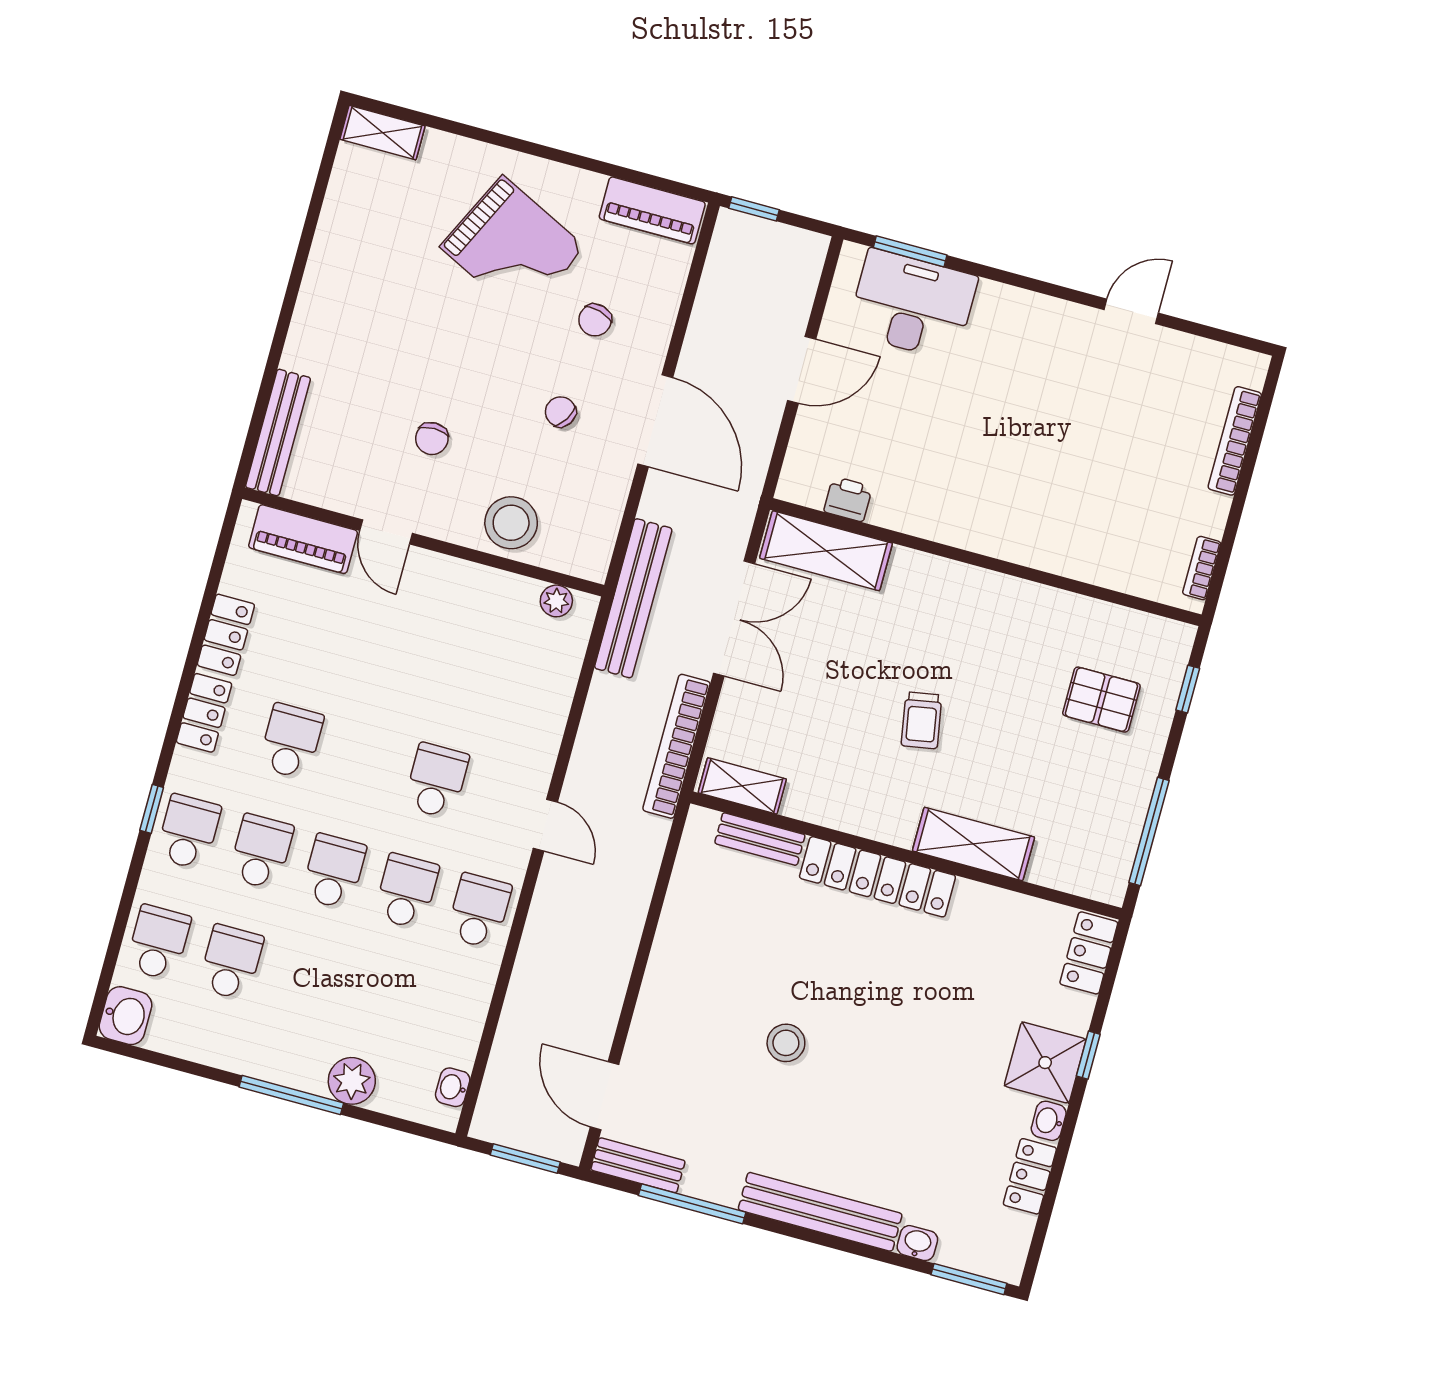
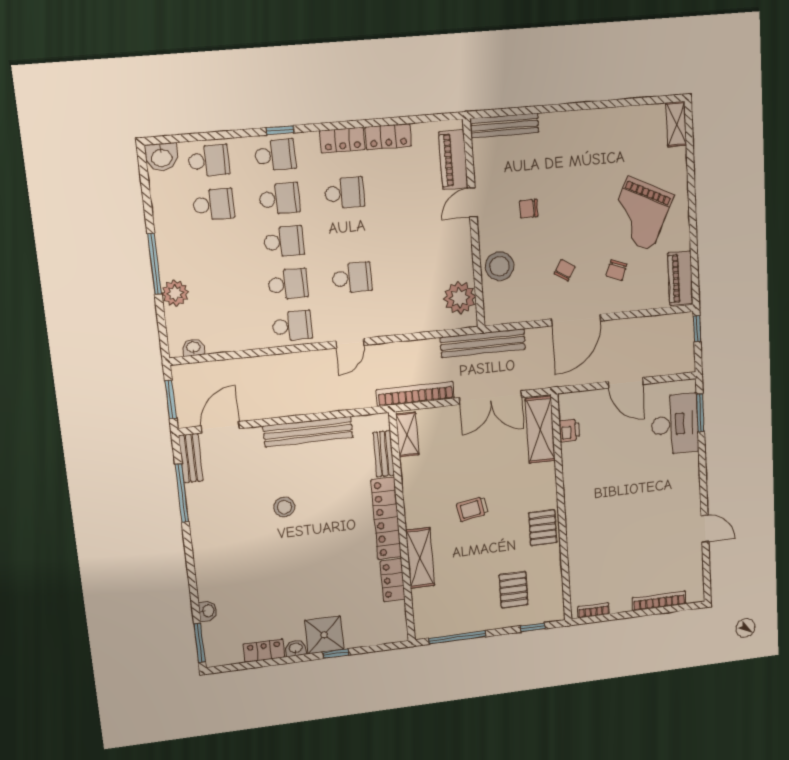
chair: (595, 320) -> (617, 270), turned -85
plant: (556, 601) -> (460, 298), width x1.87, depth x1.87
pallet: (1007, 607) -> (543, 528), added
locker: (1089, 953) -> (393, 580), moved, turned -90
bench: (820, 1212) -> (308, 432), moved, turned 90

